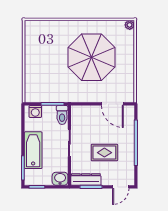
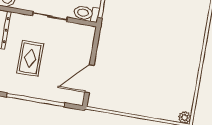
parasol: (92, 57) -> (153, 63), removed

